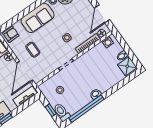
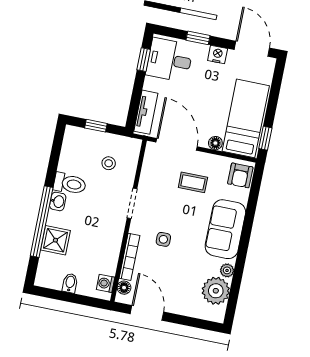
shower: (127, 66) -> (55, 240), moved
window: (86, 109) -> (42, 222), moved
toilet: (62, 112) -> (70, 184), moved

